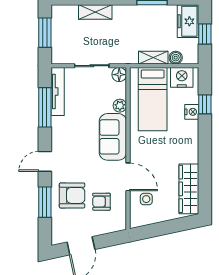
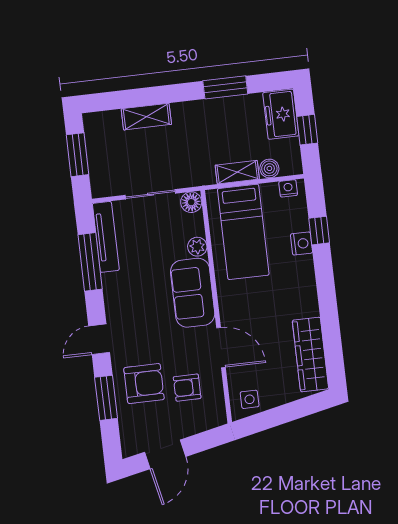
nightstand: (182, 77) -> (288, 188), width x0.53, depth x0.56
side table: (146, 199) -> (250, 399), moved

